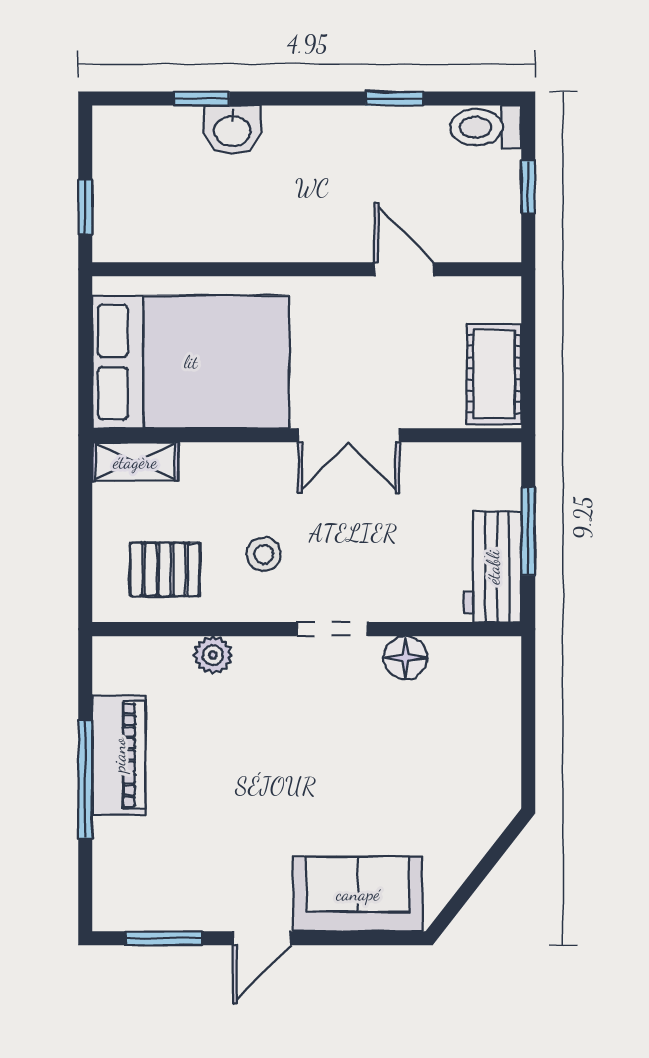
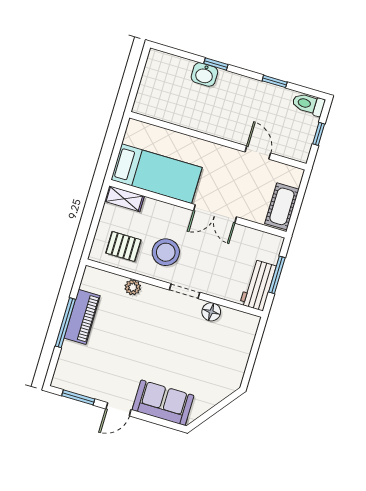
window: (201, 98) -> (216, 64), moved
window: (85, 207) -> (135, 88), removed
bed: (191, 362) -> (156, 174), width x0.67
stool: (264, 554) -> (166, 252), width x1.89, depth x1.89

